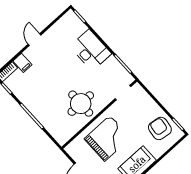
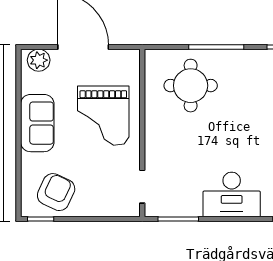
round table: (81, 104) -> (191, 86), moved
armchair: (160, 128) -> (56, 192), turned -73

